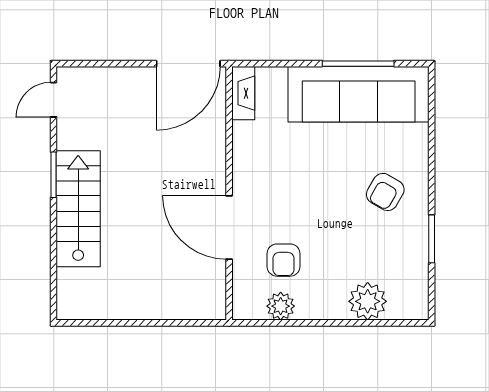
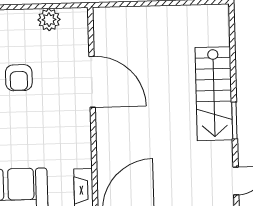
armchair: (284, 260) -> (19, 78), moved, turned 180

